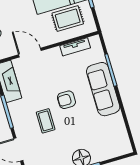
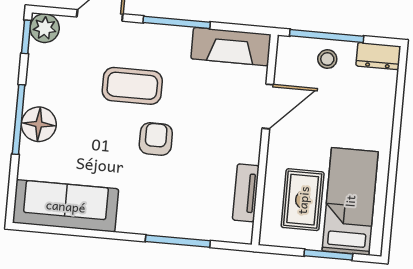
sofa: (103, 89) -> (66, 206), moved
coffee table: (46, 121) -> (132, 86), width x1.36, depth x1.30

